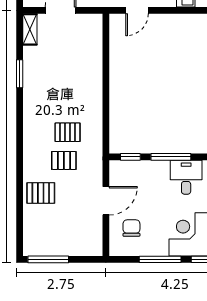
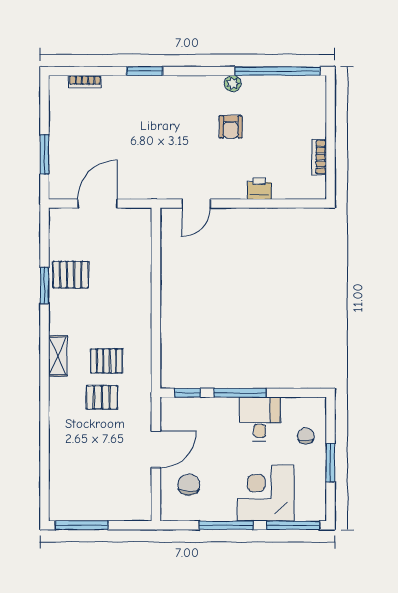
shelving: (30, 29) -> (58, 356), moved
pallet: (41, 193) -> (71, 275), moved

